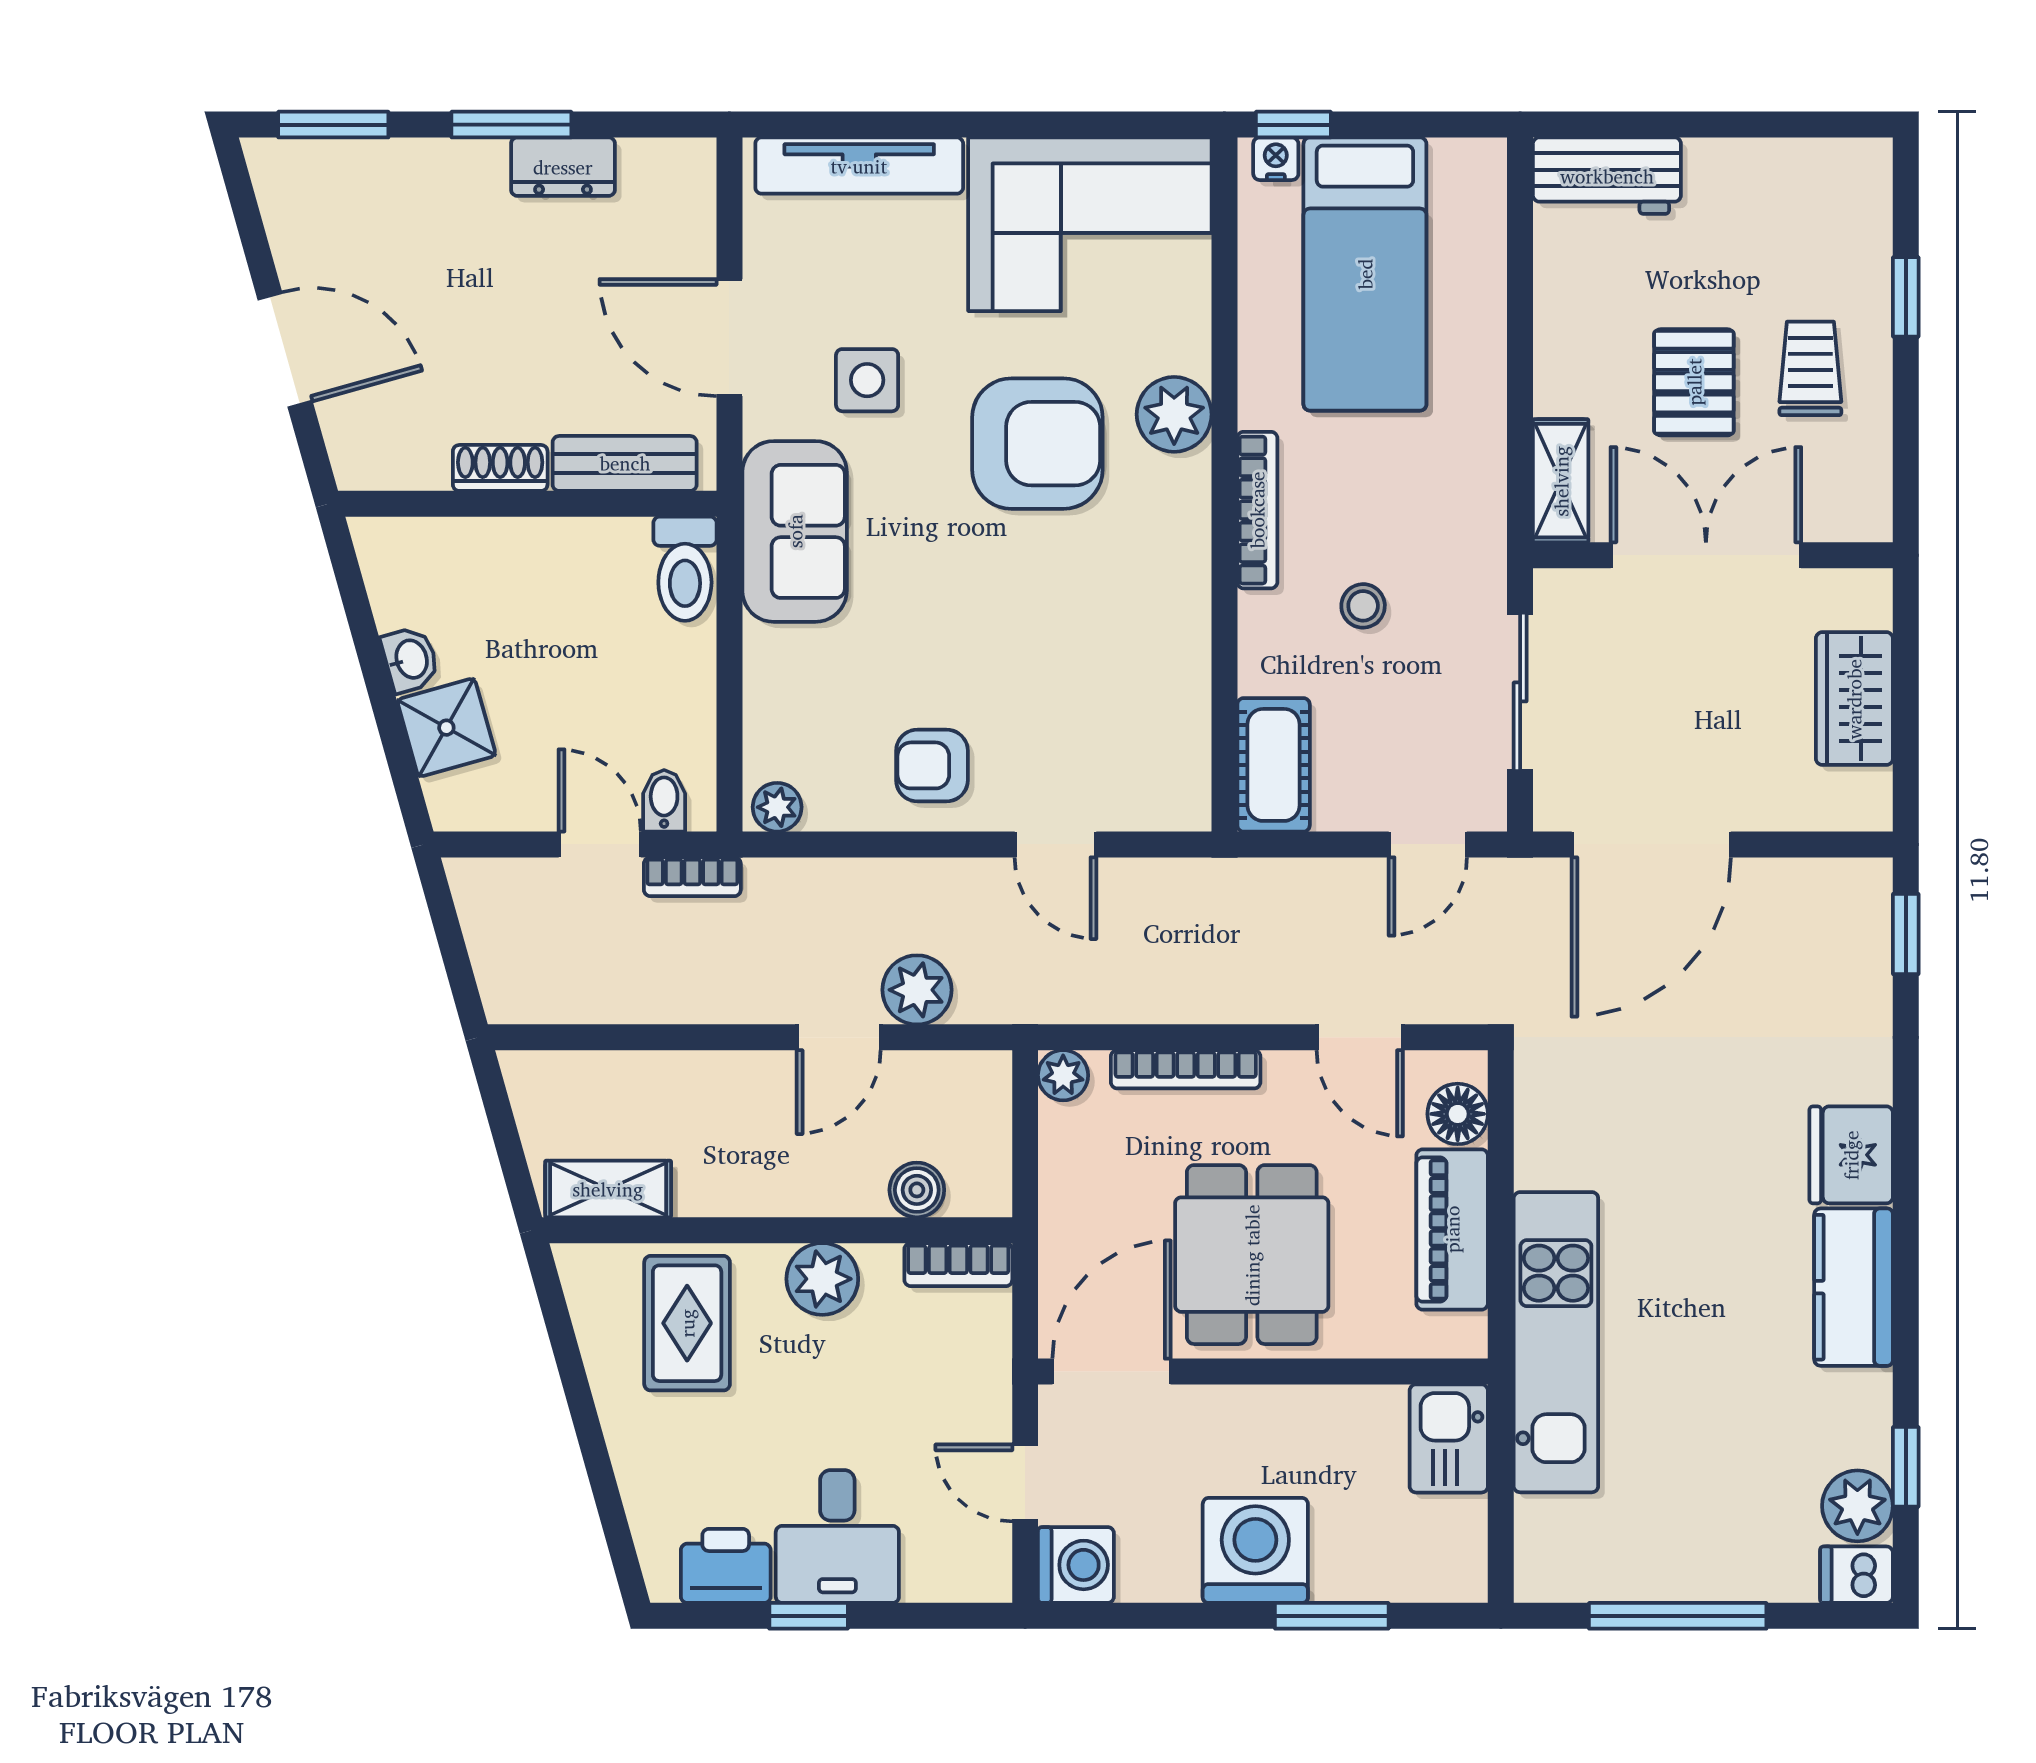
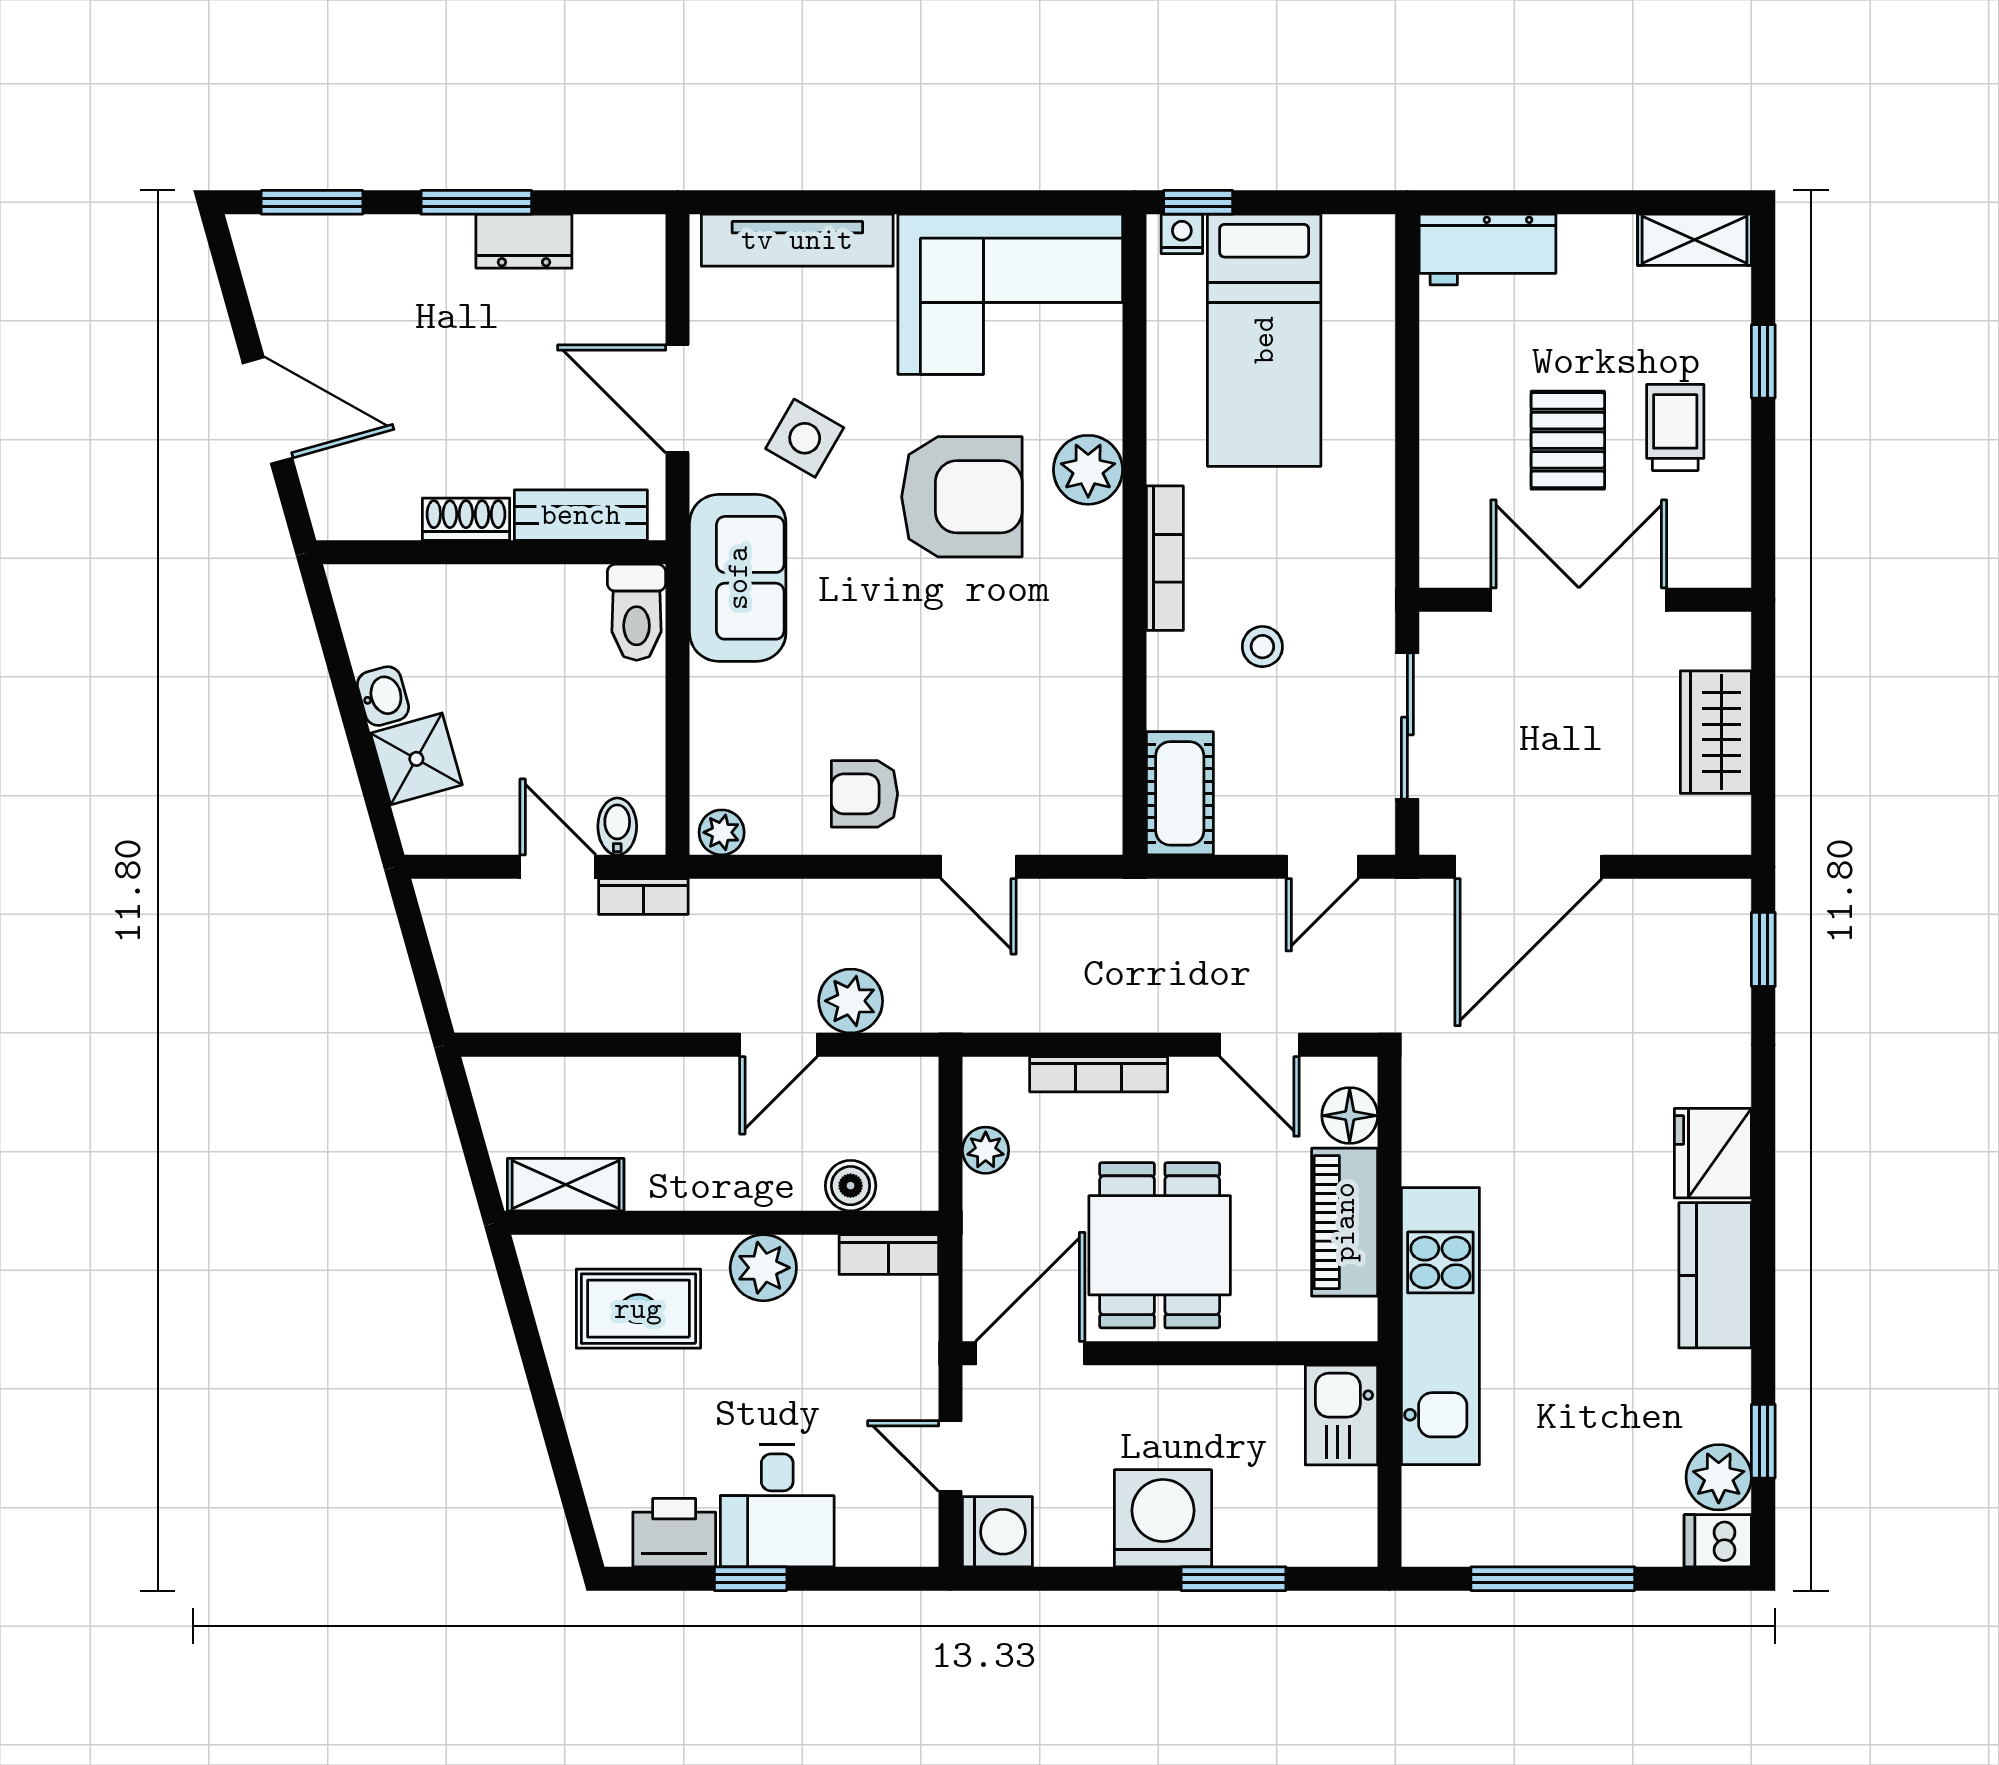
side table: (867, 380) -> (805, 438), turned 30
shelving: (1561, 481) -> (1695, 240), moved, turned 90
plant: (1063, 1075) -> (986, 1150), moved
rug: (687, 1323) -> (638, 1309), turned 90

